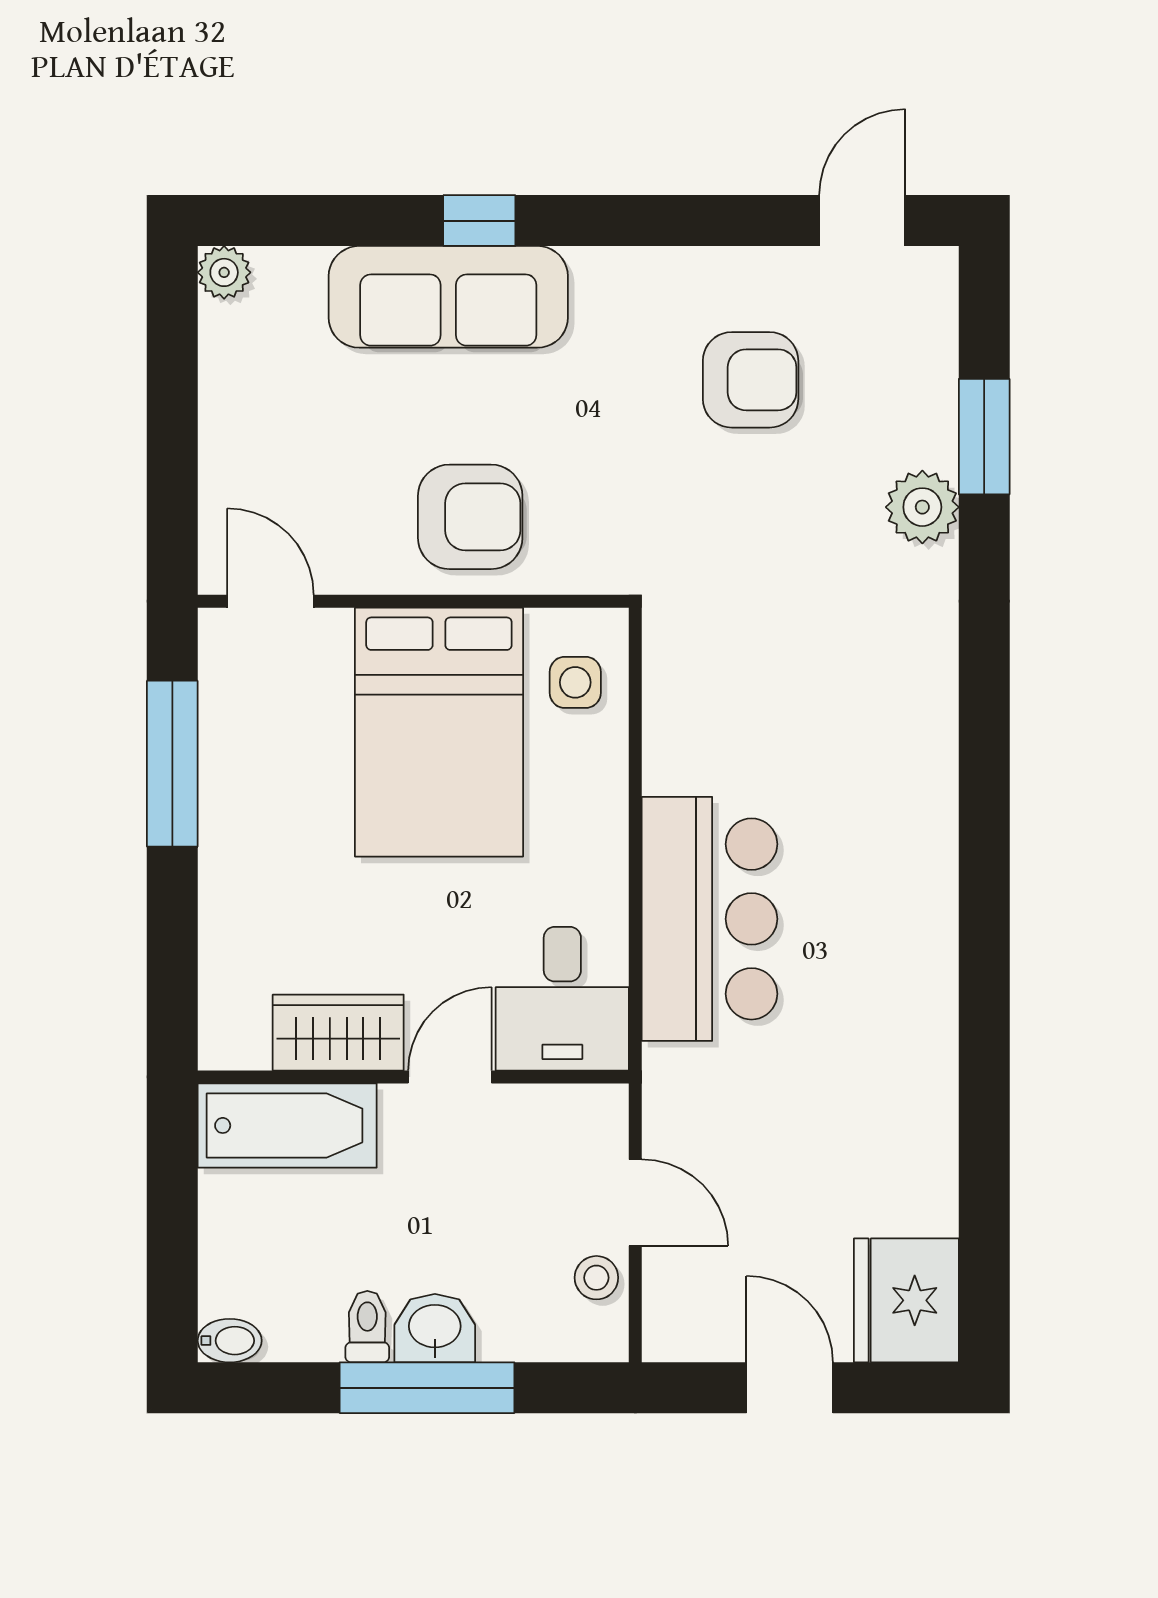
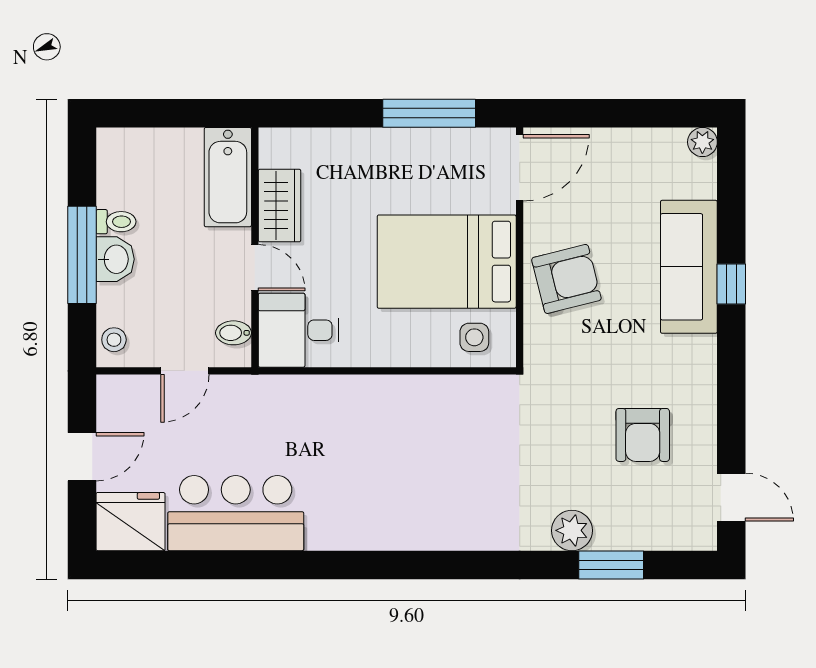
armchair: (470, 517) -> (566, 279), turned -104
door: (270, 601) -> (520, 168), width x1.38
bar counter: (709, 919) -> (236, 513), moved, turned 180
stool: (596, 1278) -> (114, 340), moved
bidet: (230, 1341) -> (233, 333), moved, turned 90

